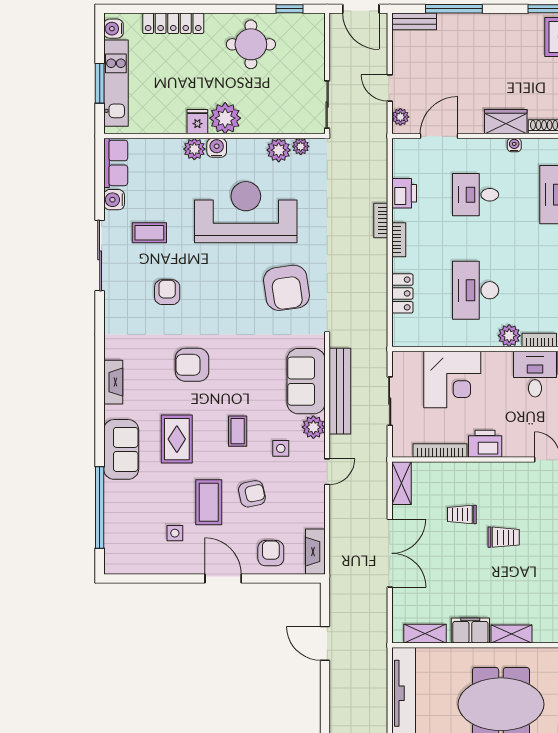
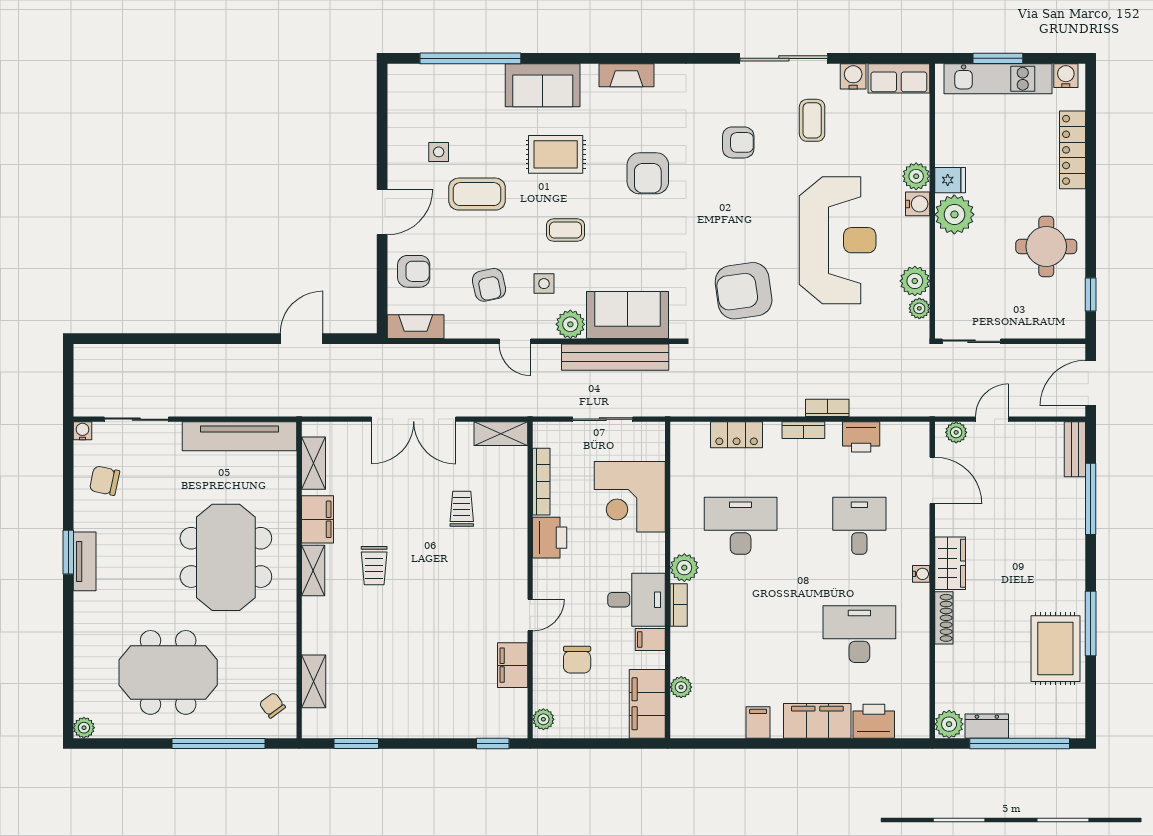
armchair: (192, 365) -> (648, 173), turned 180
armchair: (252, 494) -> (489, 285), moved
trolley: (504, 537) -> (374, 566), moved

